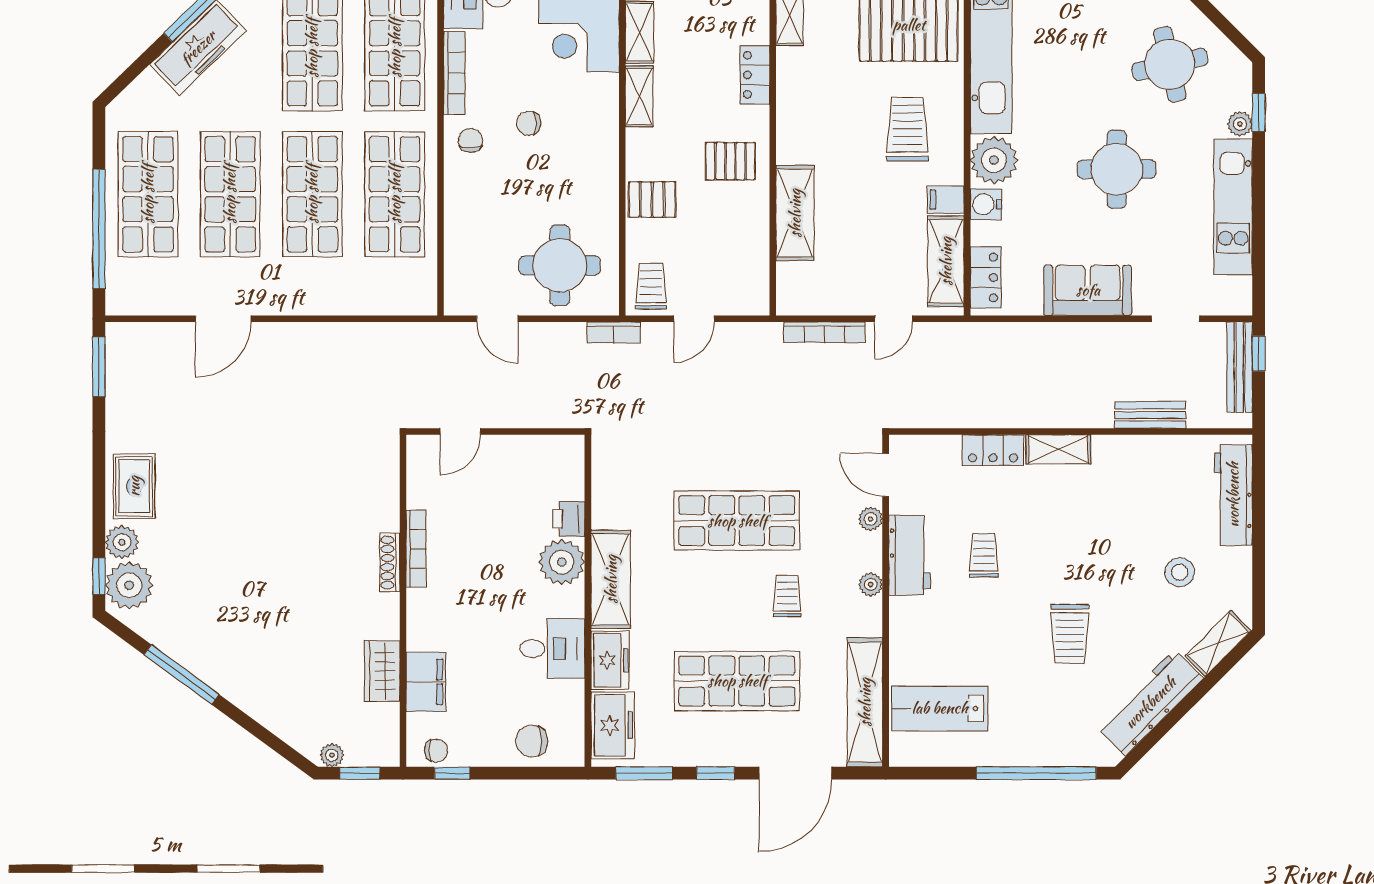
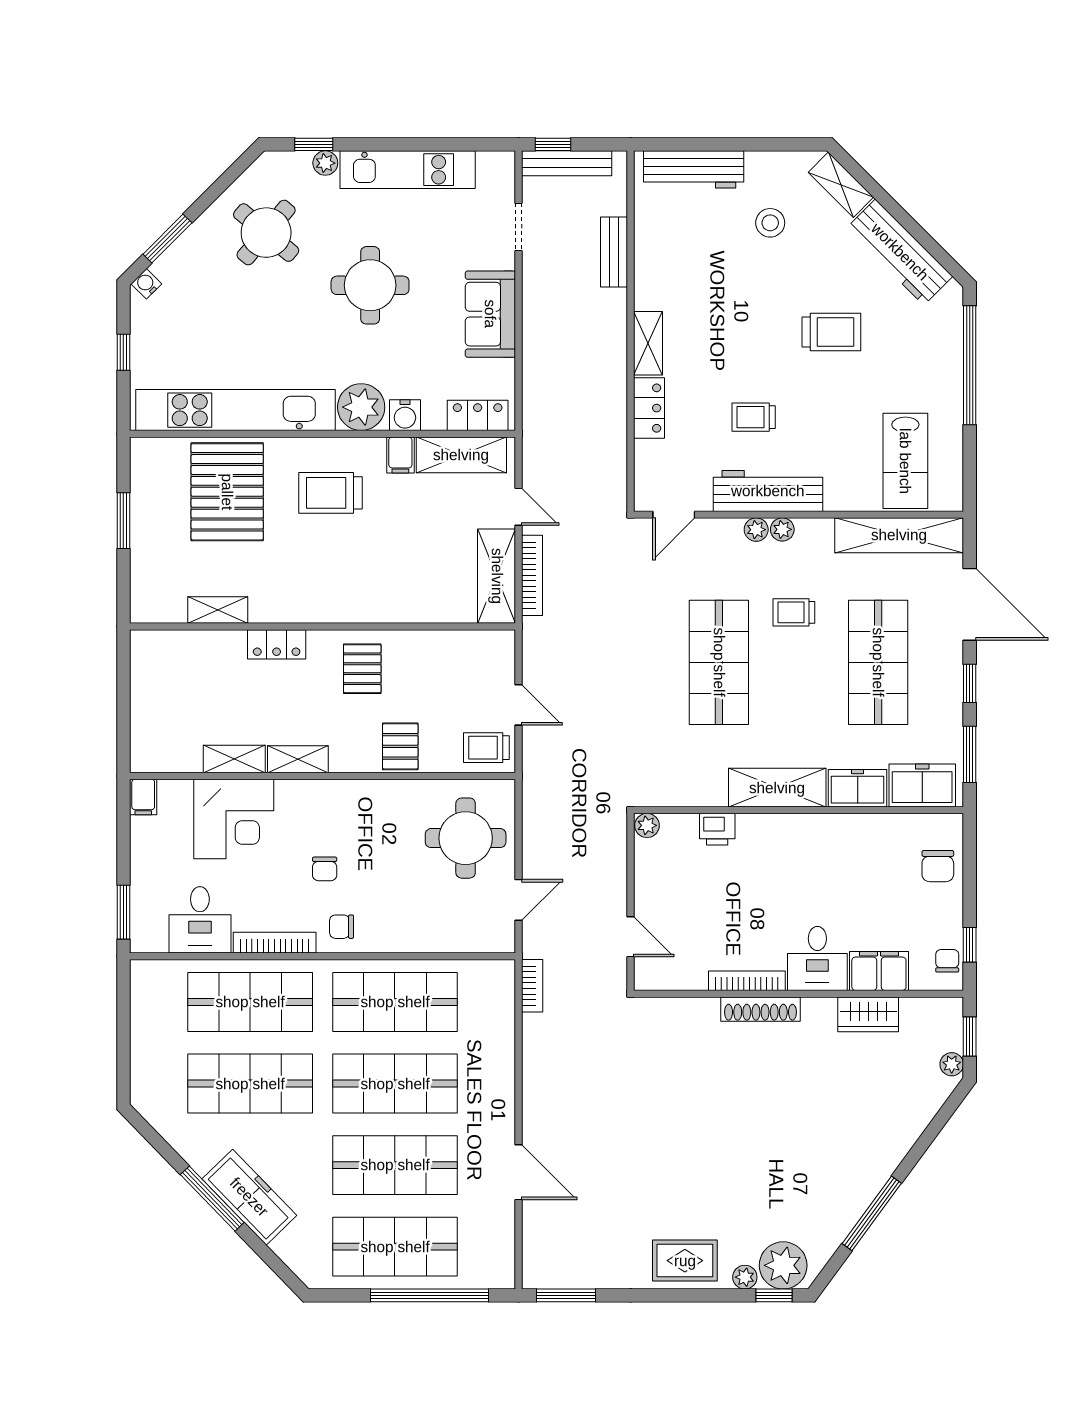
round table: (1170, 64) -> (266, 233), turned -37
shelving: (795, 213) -> (497, 576), moved, turned 90
bookcase: (613, 332) -> (532, 986), moved
plant: (871, 519) -> (756, 530), moved
plant: (122, 542) -> (745, 1277), width x0.73, depth x0.73
workbench: (909, 555) -> (768, 491), width x1.37
shoe rack: (390, 562) -> (760, 1009), width x1.36, depth x1.24
plant: (562, 562) -> (647, 825), moved, width x0.53, depth x0.53
desk: (552, 649) -> (817, 958), moved, turned 180

